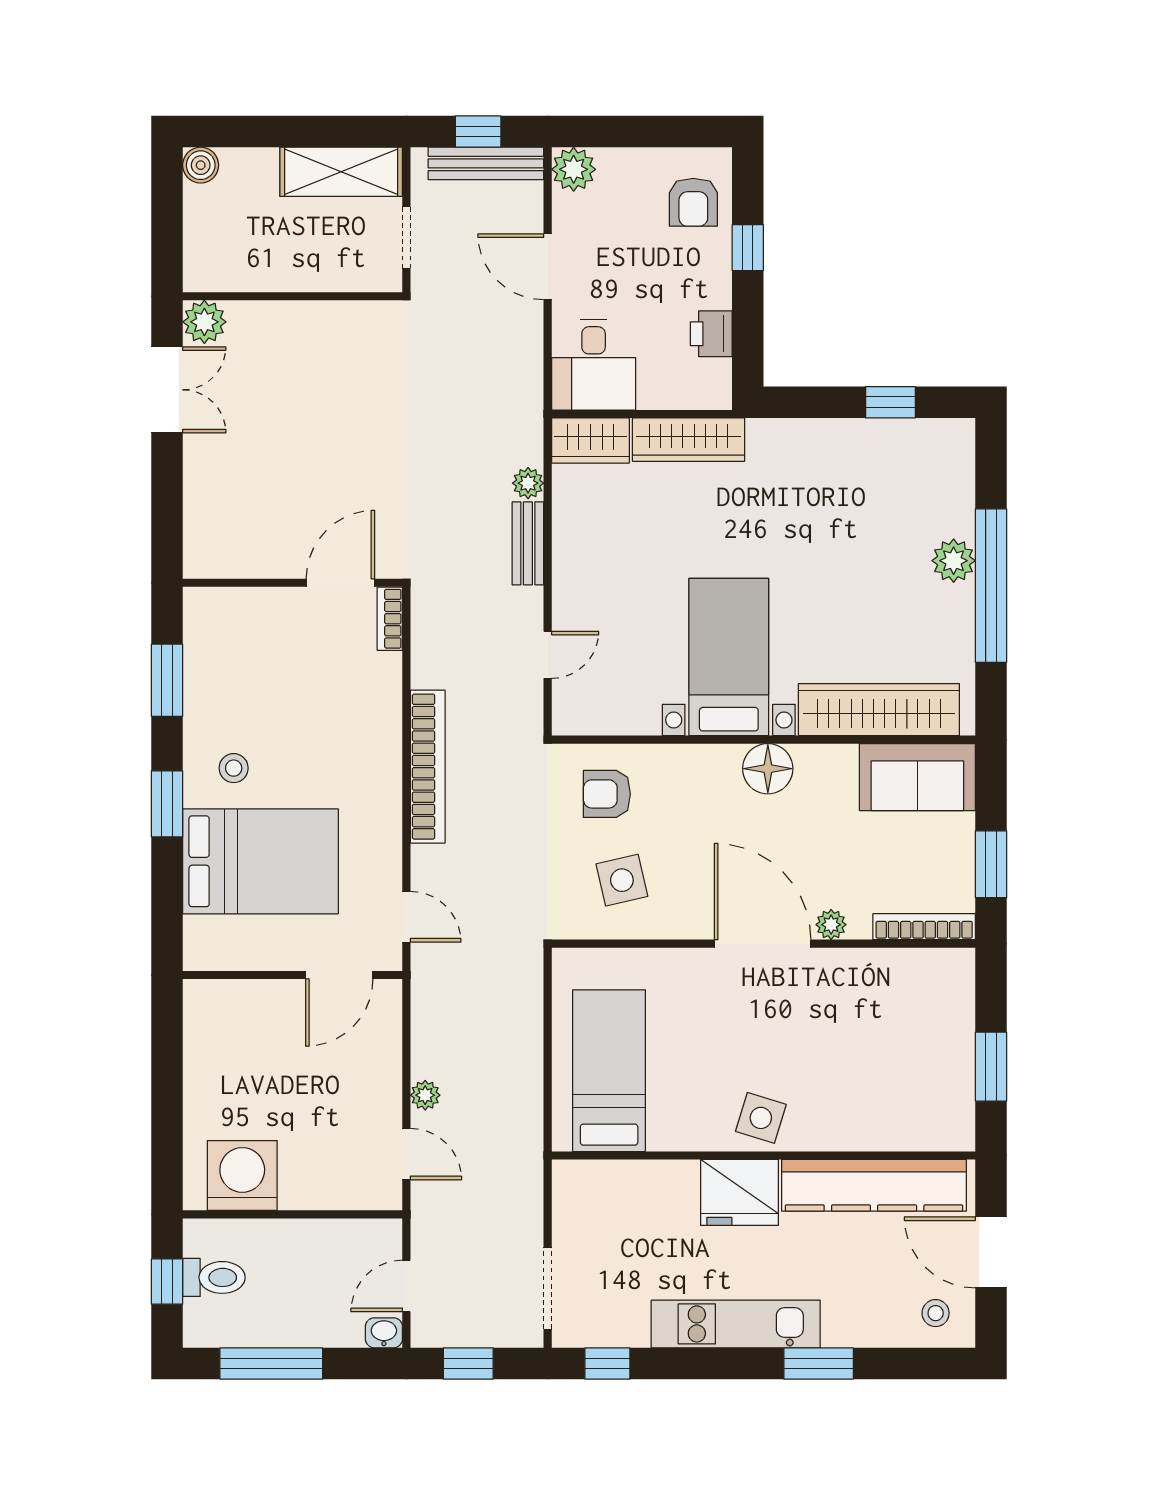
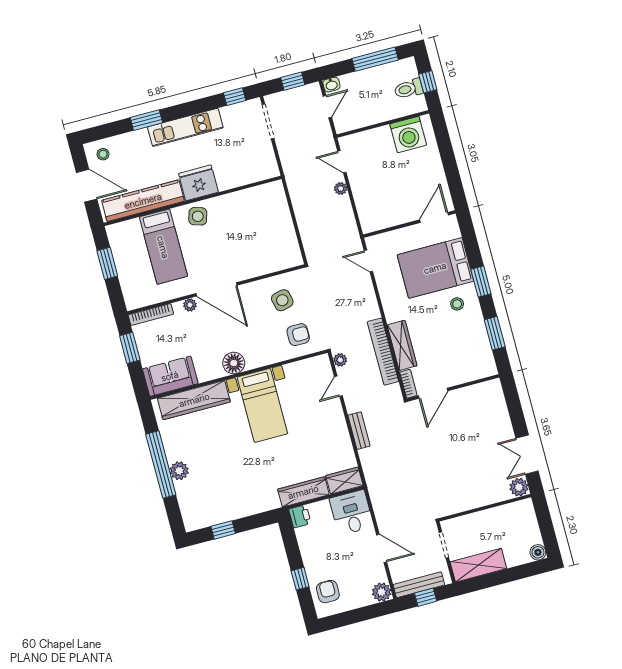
printer: (711, 334) -> (300, 516), moved
plant: (528, 483) -> (340, 360), moved
wardrobe: (381, 708) -> (402, 345), added
bookcase: (428, 767) -> (383, 352), moved
door: (339, 975) -> (434, 217), moved
bed: (609, 1071) -> (163, 247), moved

